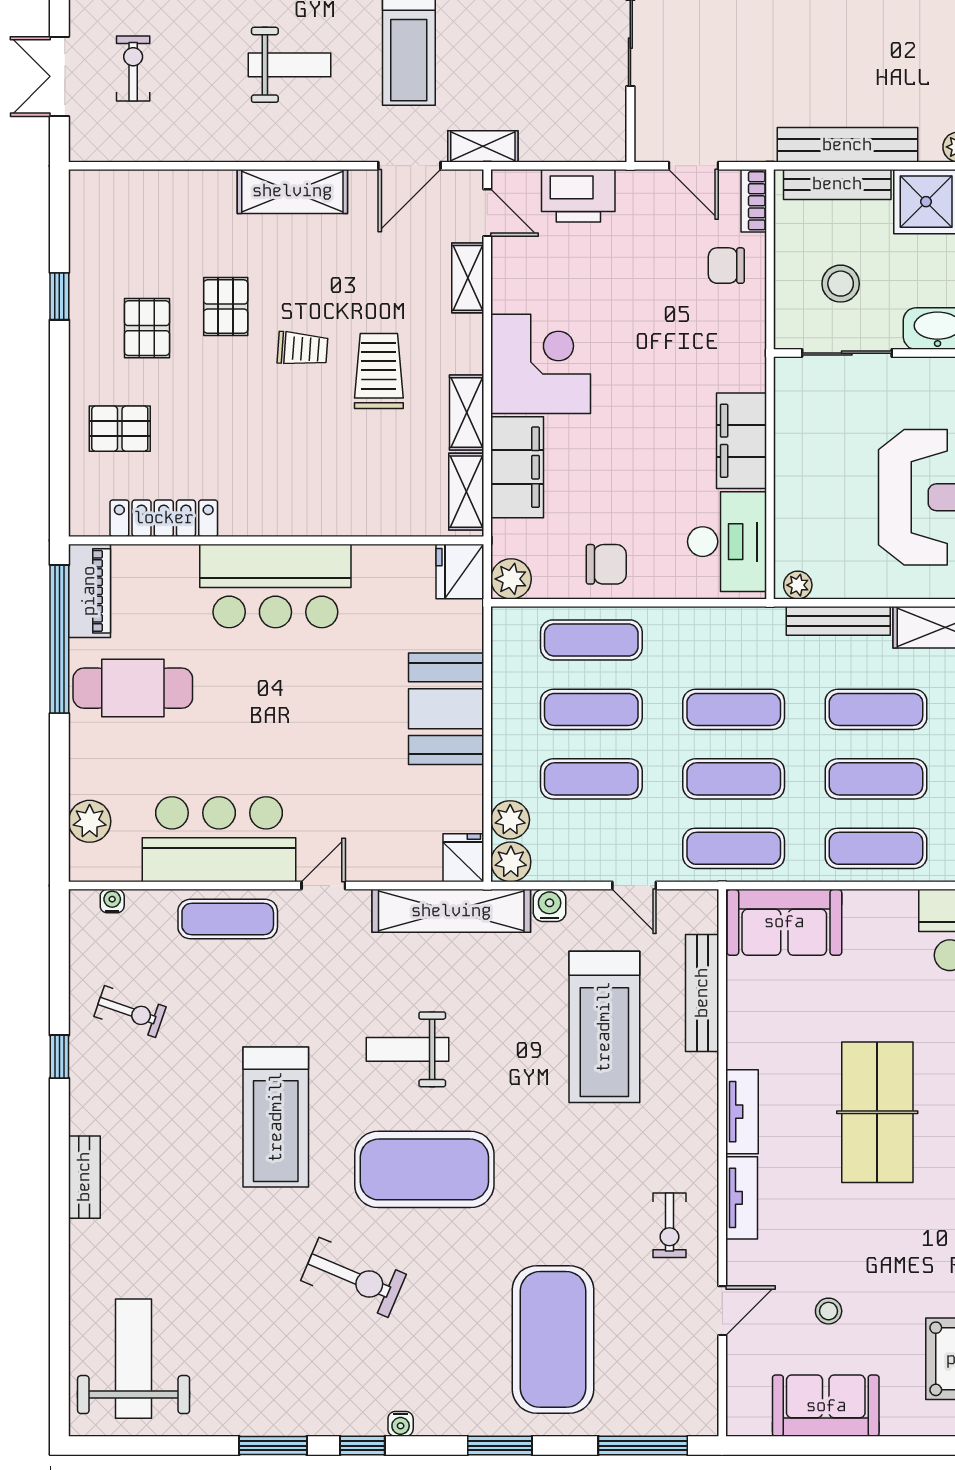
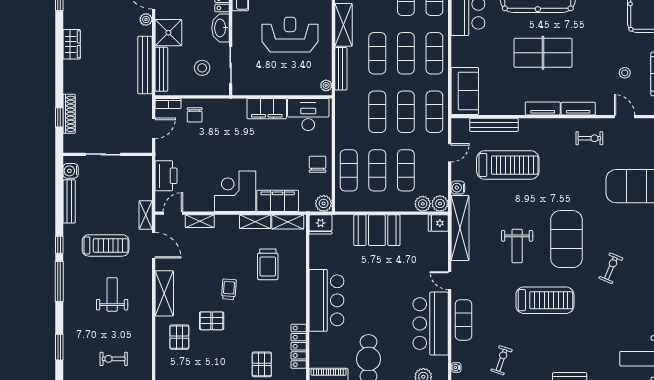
pallet: (147, 328) -> (179, 337), moved, turned 90
trolley: (379, 371) -> (268, 264), moved, turned -90
exercise bike: (354, 1277) -> (611, 268), width x0.73, depth x0.72

